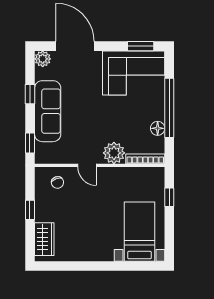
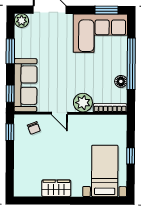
window: (30, 94) -> (10, 51), width x1.50
sofa: (48, 111) -> (25, 85), moved
window: (169, 197) -> (131, 156), moved
window: (30, 210) -> (10, 132), moved
wardrobe: (44, 239) -> (56, 188), moved, turned -90

